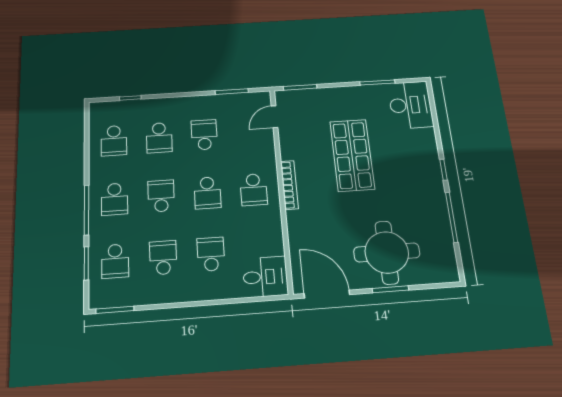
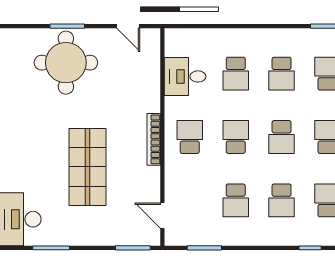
door: (275, 117) -> (162, 216), swing flipped
school desk: (159, 138) -> (282, 200), turned 180
desk: (265, 277) -> (185, 76), moved
door: (327, 294) -> (128, 26), width x0.53

